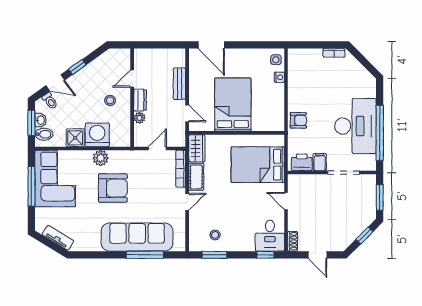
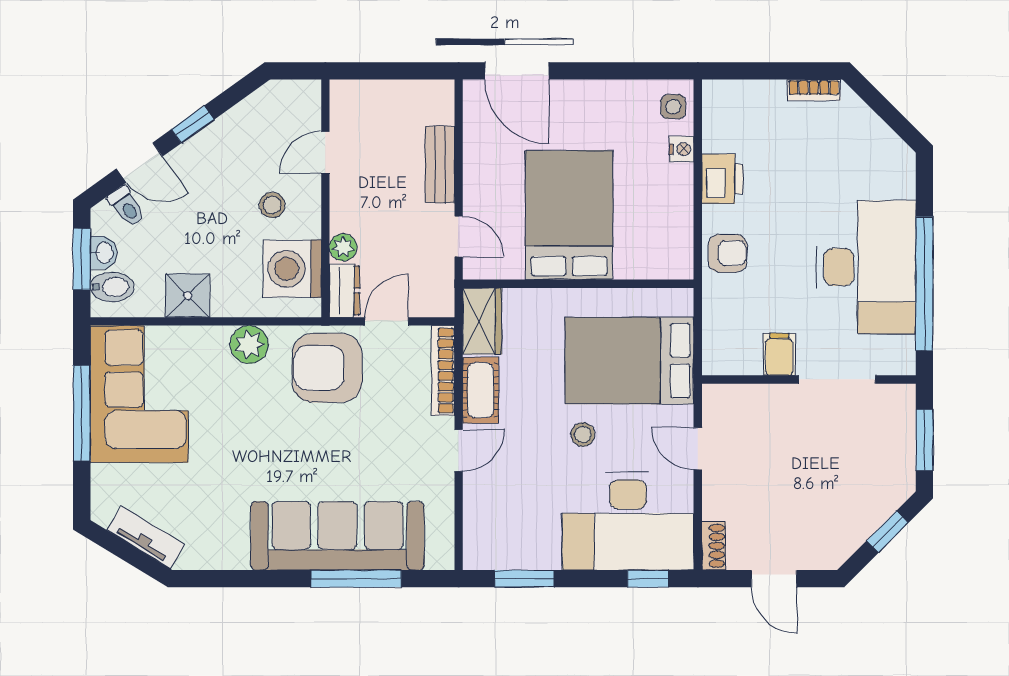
dresser: (140, 100) -> (345, 291), moved
washing machine: (97, 135) -> (292, 269), moved, turned -90
printer: (302, 162) -> (722, 179), moved, turned 90
armchair: (113, 188) -> (327, 368), moved, turned 180
stool: (215, 235) -> (583, 434), moved
desk: (270, 236) -> (628, 521), width x1.87, depth x1.30

